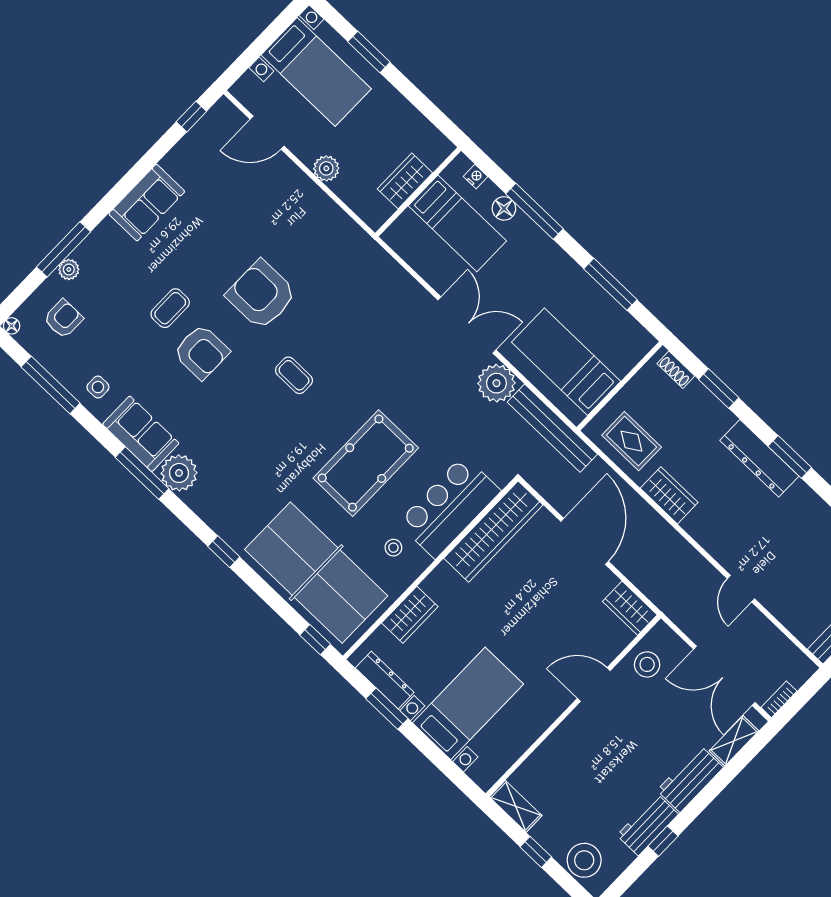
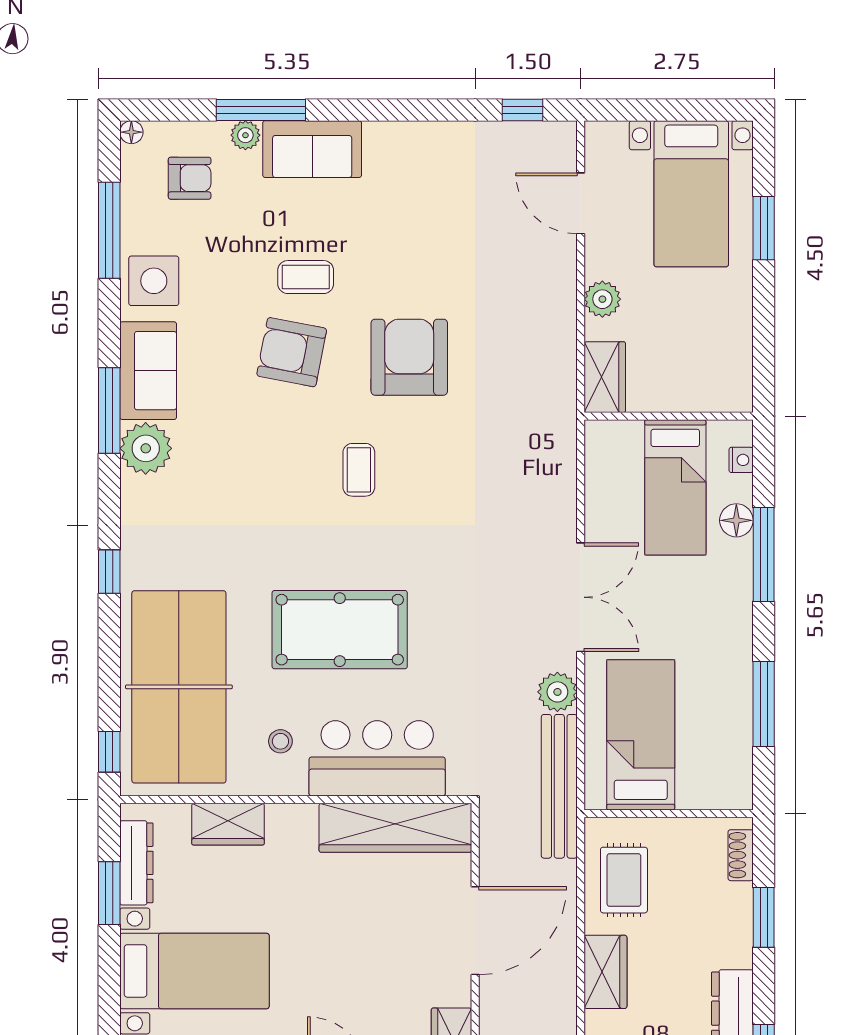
wardrobe: (405, 181) -> (605, 377), moved, turned 90
sofa: (147, 203) -> (312, 149), moved
armchair: (201, 352) -> (292, 352), turned 101
plant: (496, 383) -> (557, 692), width x0.73, depth x0.73
side table: (98, 387) -> (154, 281), width x1.87, depth x1.87

